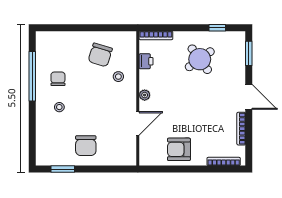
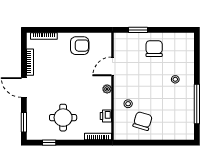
round table: (200, 59) -> (63, 118), turned 36
chair: (58, 79) -> (176, 102), removed
window: (63, 169) -> (138, 30), moved

